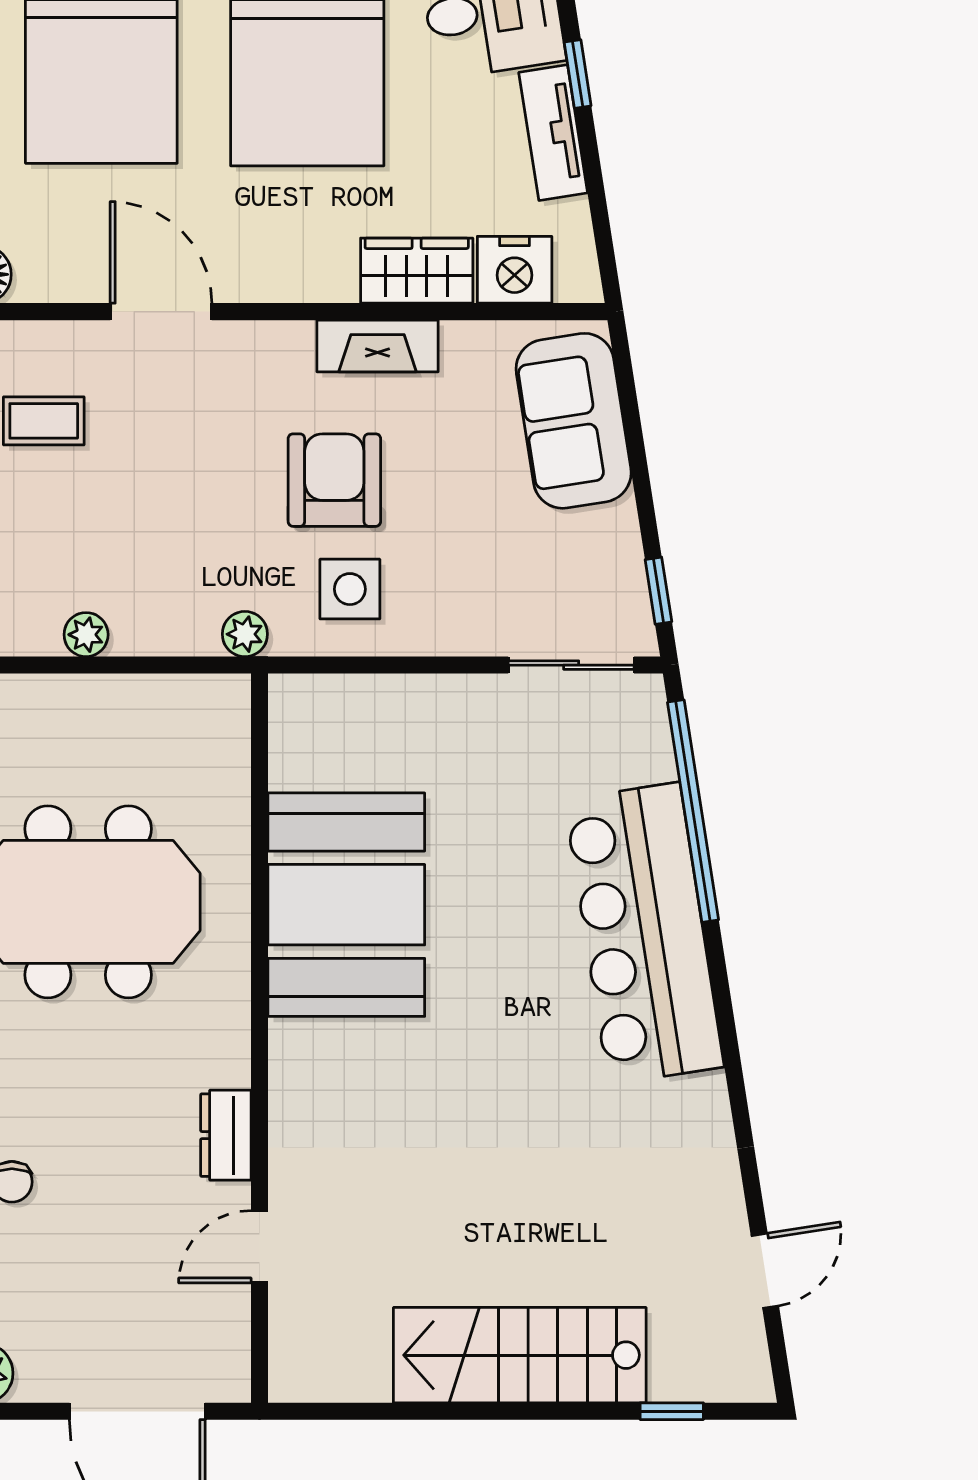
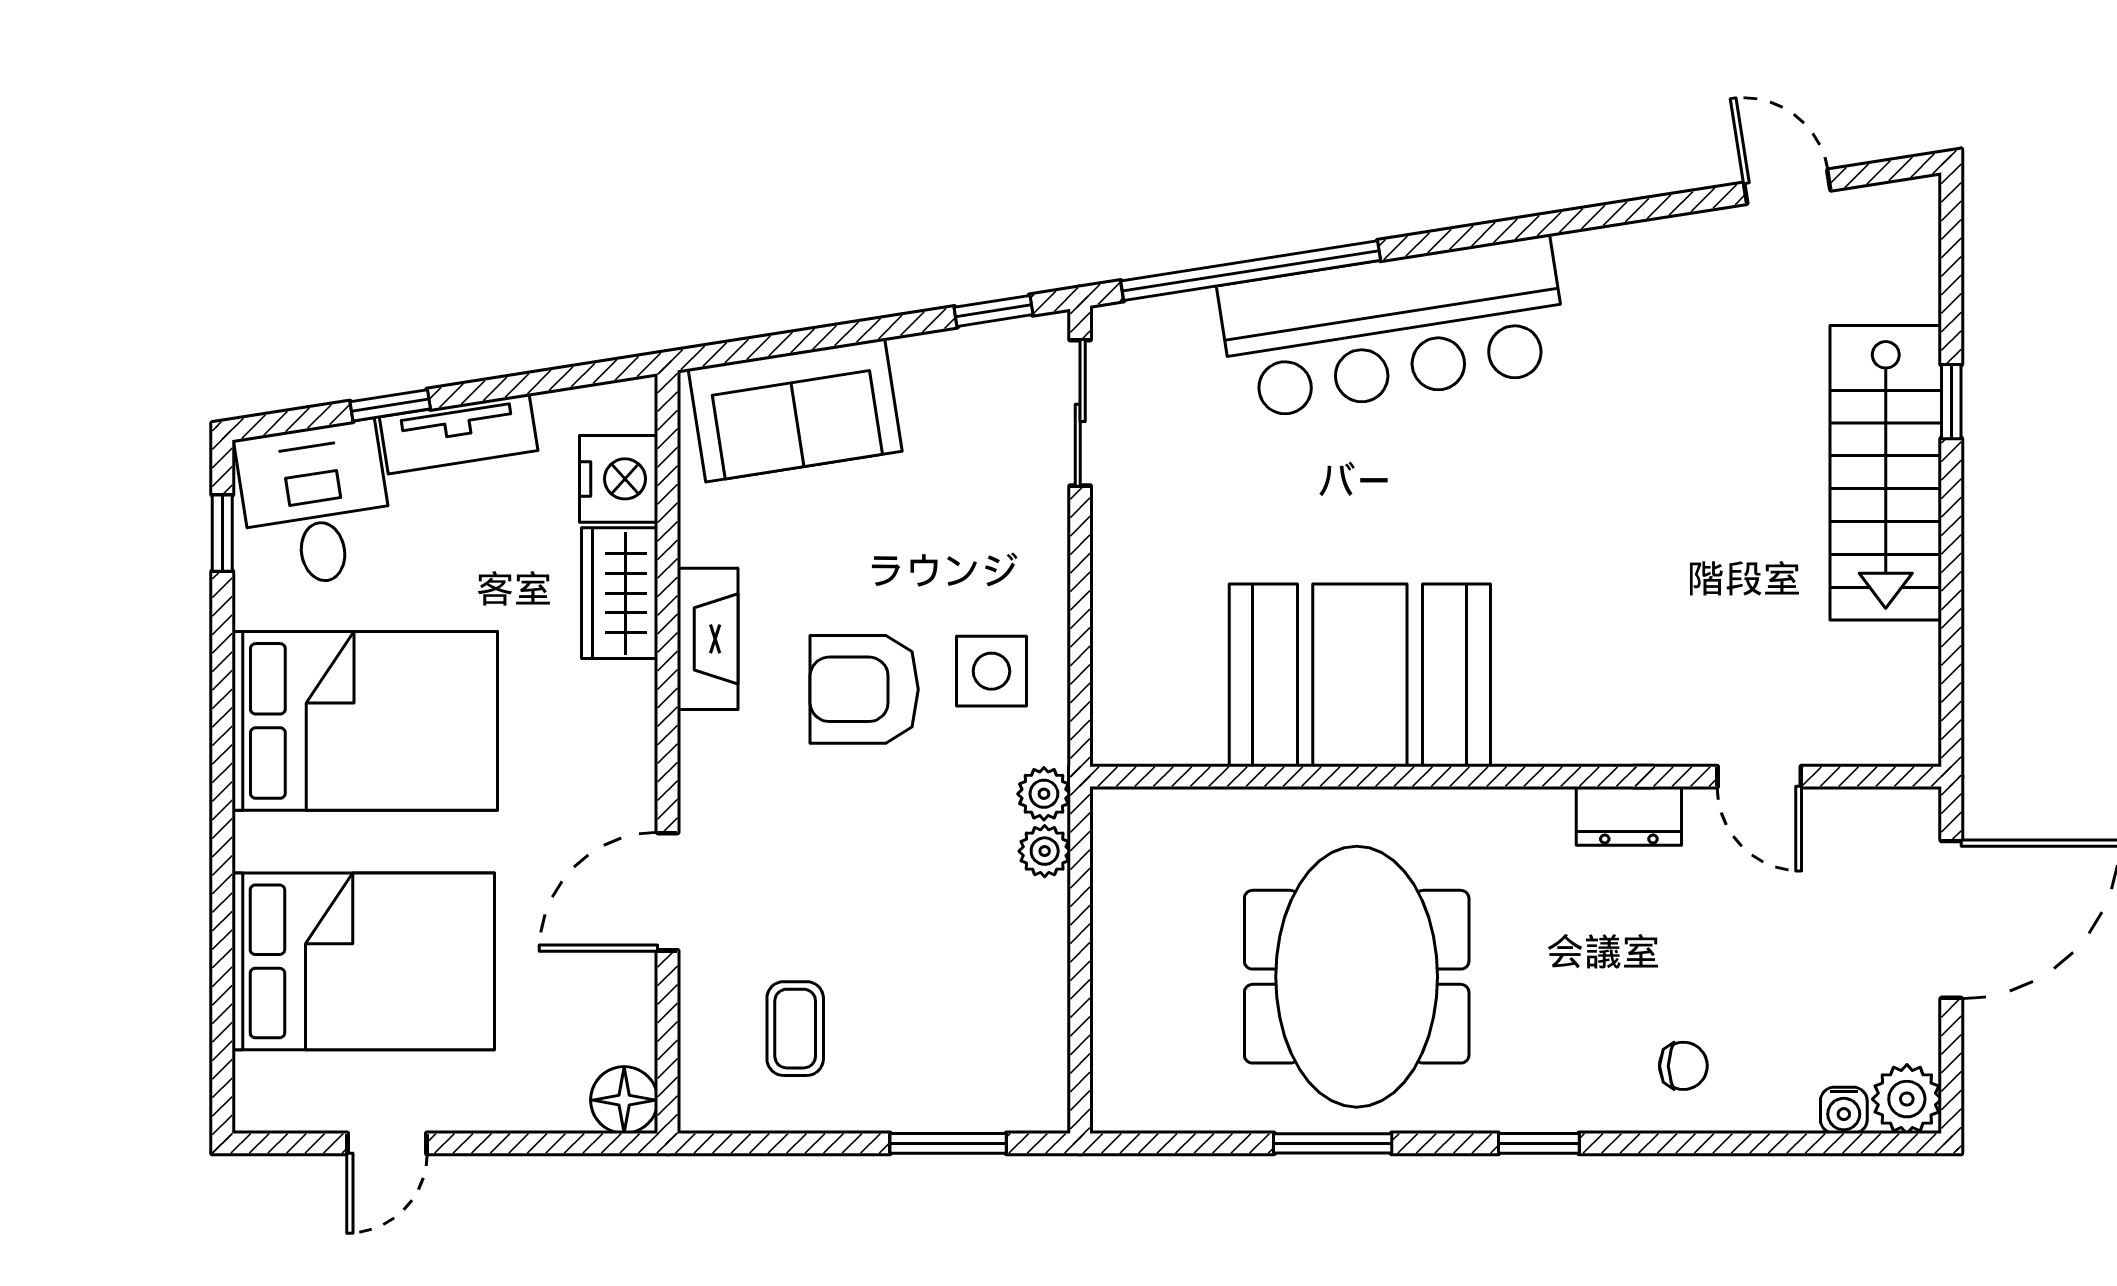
plant: (86, 635) -> (1045, 851), moved
window: (672, 1411) -> (1951, 402), moved

